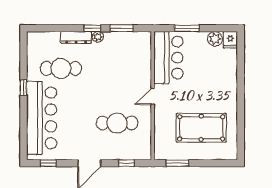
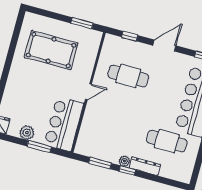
plant: (215, 39) -> (27, 133), moved

